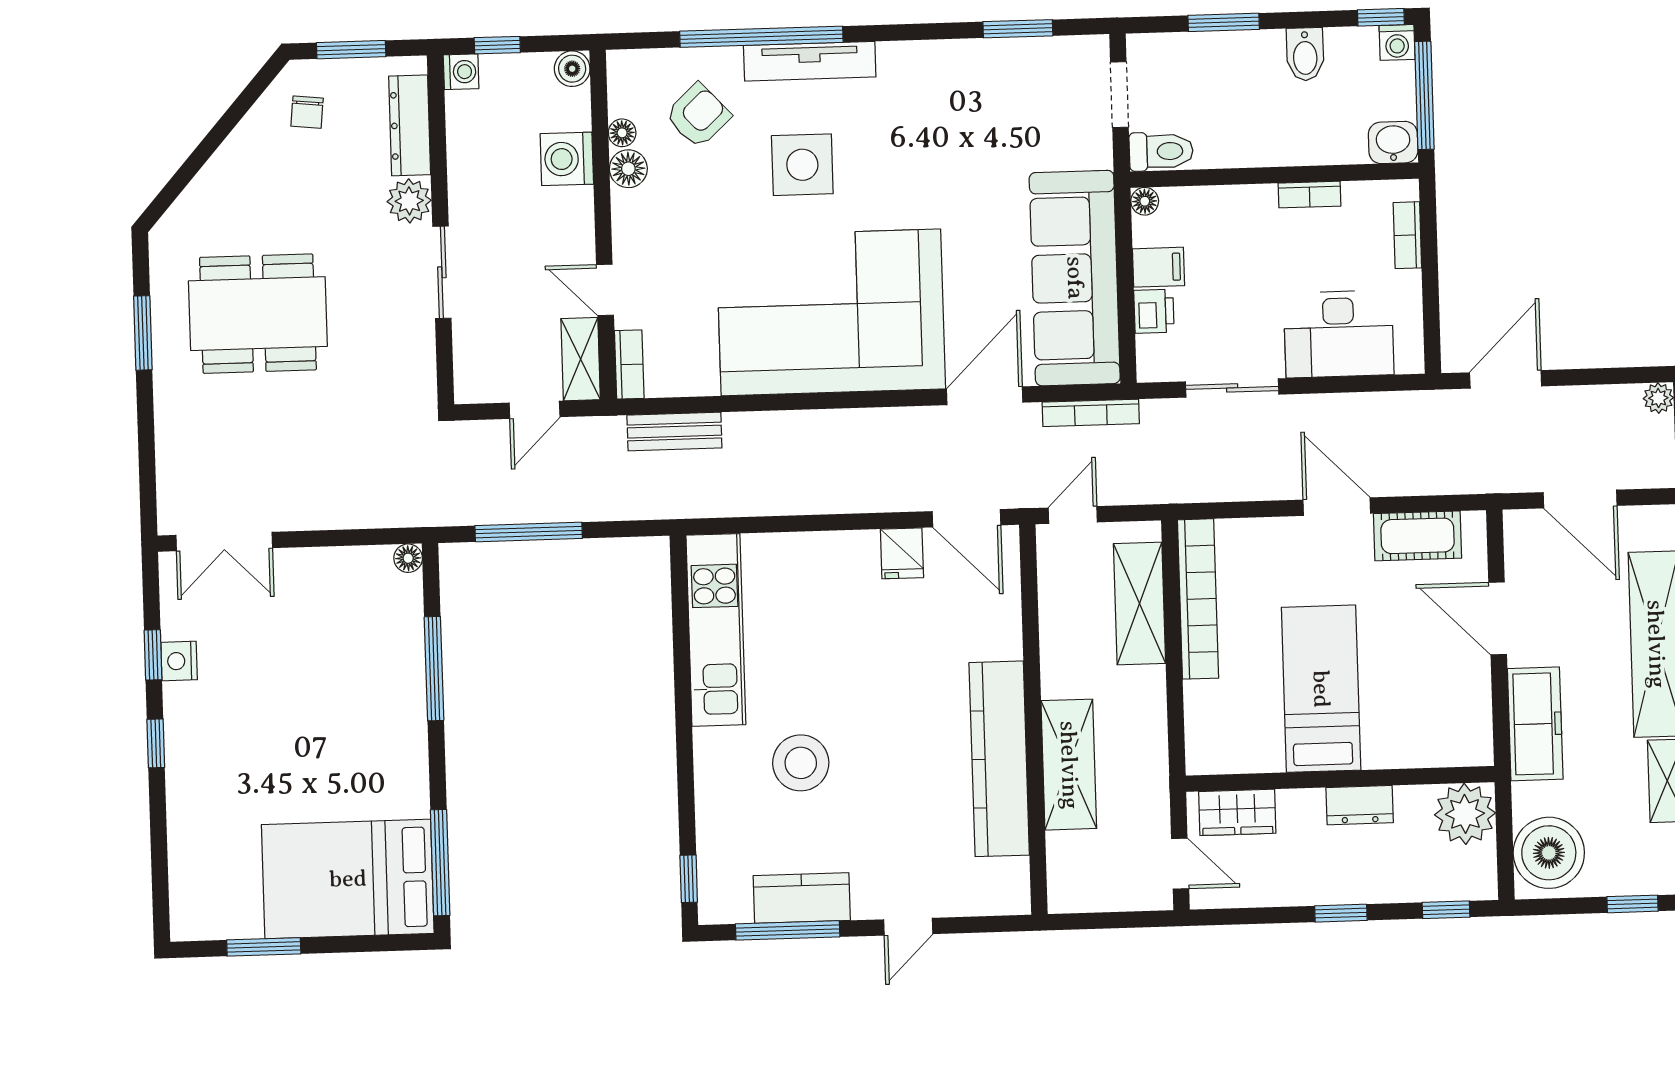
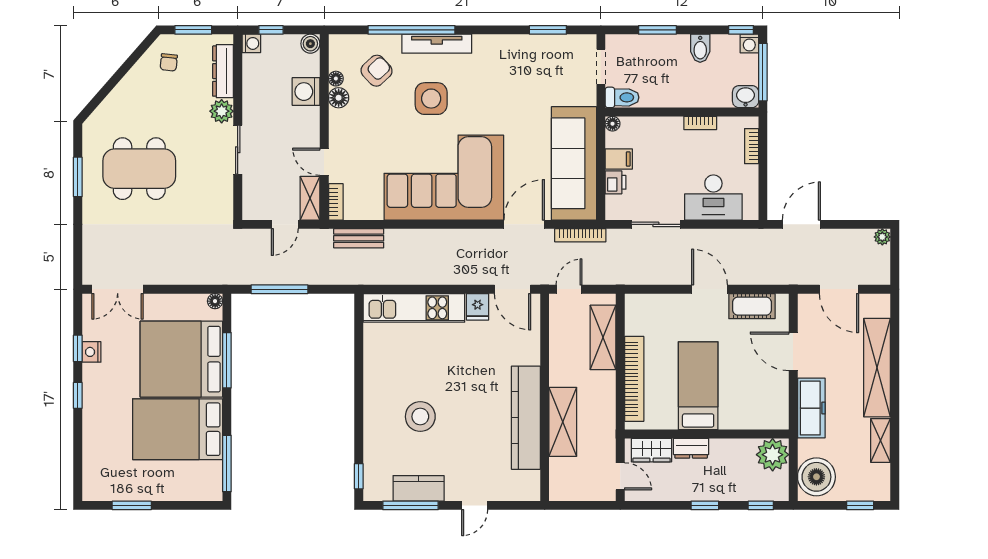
bookcase: (1198, 599) -> (634, 379), moved
kitchen unit: (716, 630) -> (414, 308), moved, turned 90
bed: (348, 669) -> (181, 359), added
dresser: (1360, 805) -> (691, 448), moved
bed: (348, 879) -> (178, 429), moved

